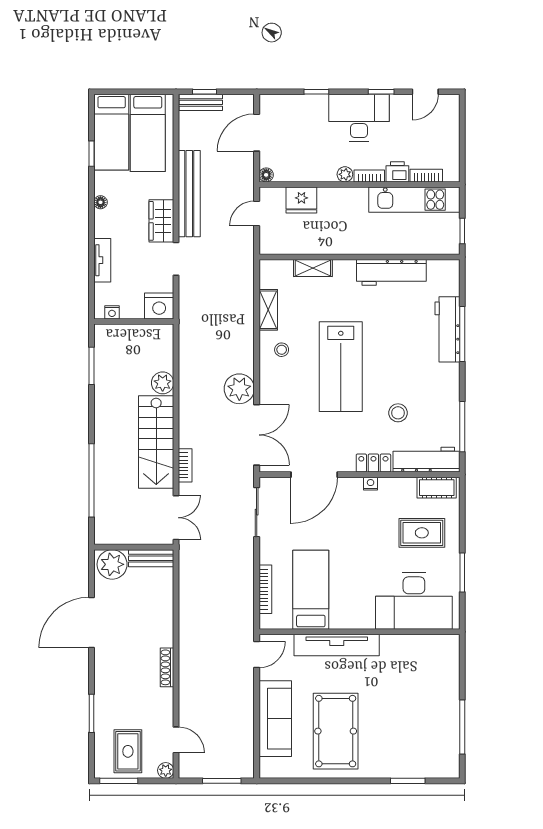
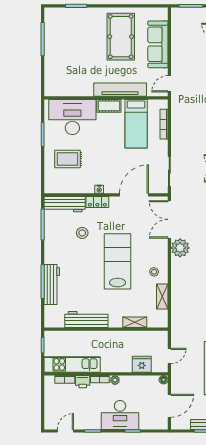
desk: (359, 118) -> (120, 415), moved
cot: (437, 488) -> (109, 106), moved

